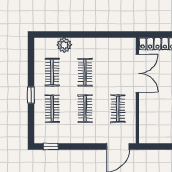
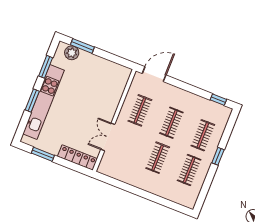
plant: (64, 45) -> (167, 192), removed
double door: (137, 73) -> (108, 137), width x0.73

